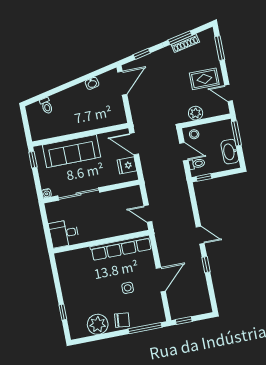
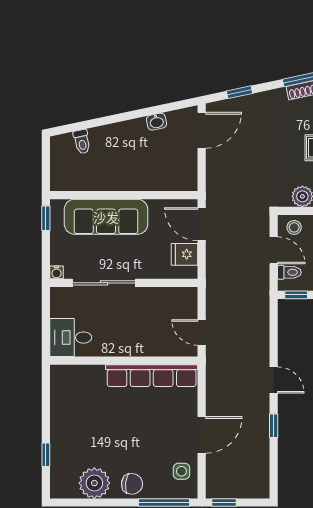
side table: (128, 288) -> (181, 471), moved

